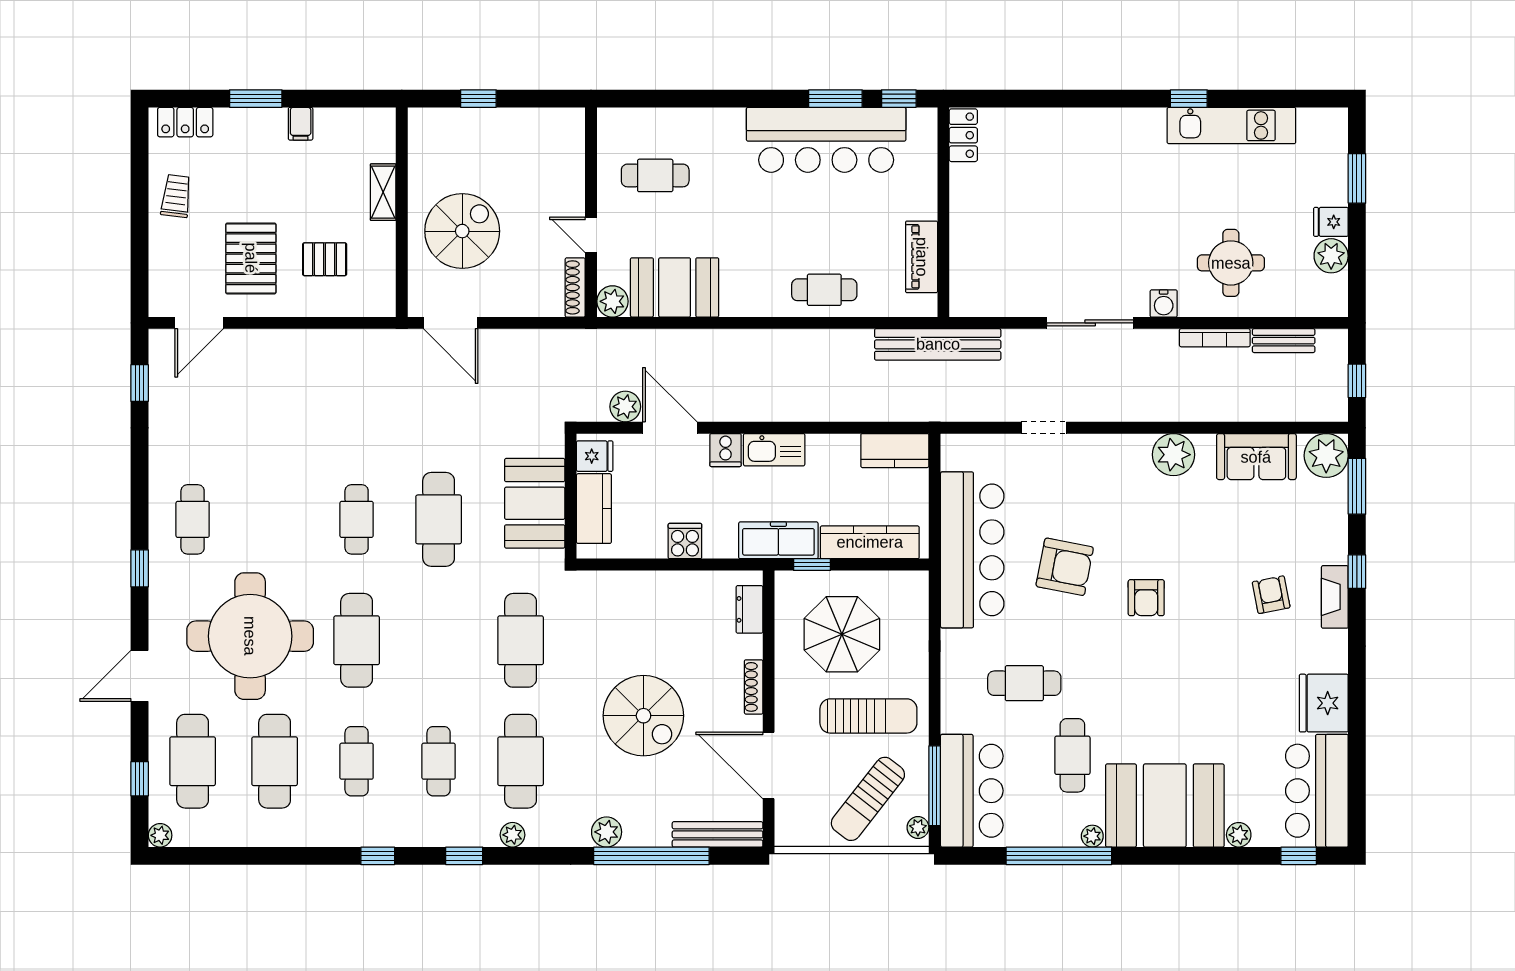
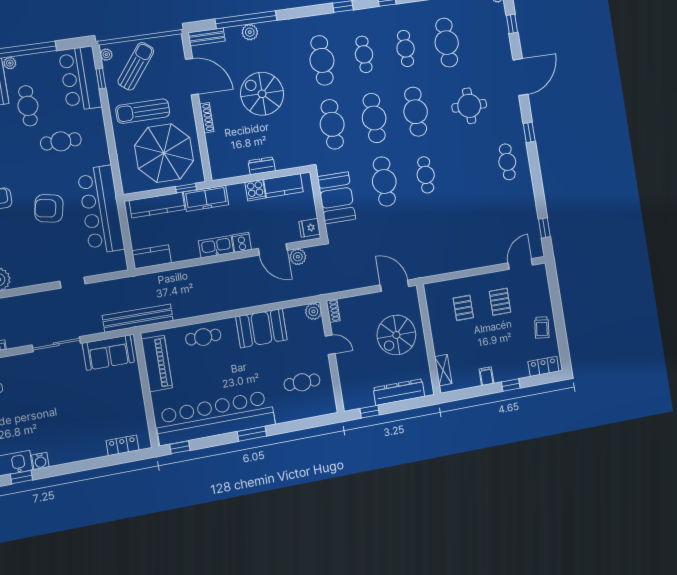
window: (256, 99) -> (511, 385), width x0.67
window: (478, 99) -> (370, 412), moved
window: (835, 99) -> (252, 434), moved
dresser: (475, 124) -> (399, 392), added
locker: (963, 135) -> (122, 445), moved, turned 90
bar counter: (826, 140) -> (215, 418), width x1.36
shelving: (383, 192) -> (443, 370), moved
piano: (922, 257) -> (157, 363), width x1.37, depth x1.33
pallet: (251, 258) -> (500, 302), width x0.67, depth x0.71
pallet: (325, 259) -> (463, 308), turned 90
shoe rack: (575, 287) -> (333, 311), width x0.70
booth: (675, 287) -> (261, 328), moved
sofa: (1000, 292) -> (108, 353), added
water cooler: (1164, 303) -> (40, 461), moved, turned 180
kitchen counter: (594, 509) -> (283, 186), moved, turned -90
dresser: (749, 609) -> (262, 166), moved, turned -90
parasol: (842, 634) -> (164, 153), width x1.36, depth x1.36
round table: (250, 636) -> (469, 106), width x0.54, depth x0.54
door: (140, 676) -> (520, 77), width x1.36
cafe table: (193, 761) -> (374, 118), moved
window: (935, 786) -> (101, 78), width x0.46
plant: (607, 832) -> (250, 32), moved
bench: (718, 834) -> (207, 37), width x0.73
plant: (513, 835) -> (320, 21), removed

